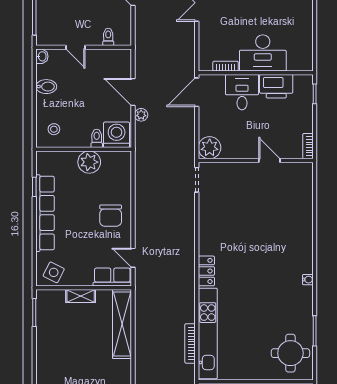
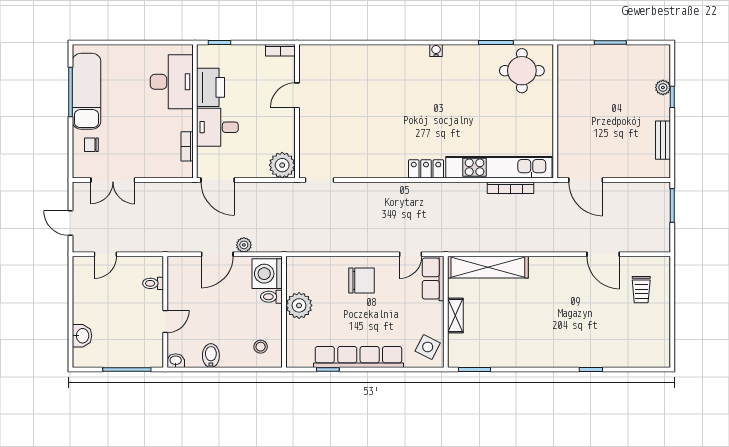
desk: (263, 53) -> (172, 82), moved

